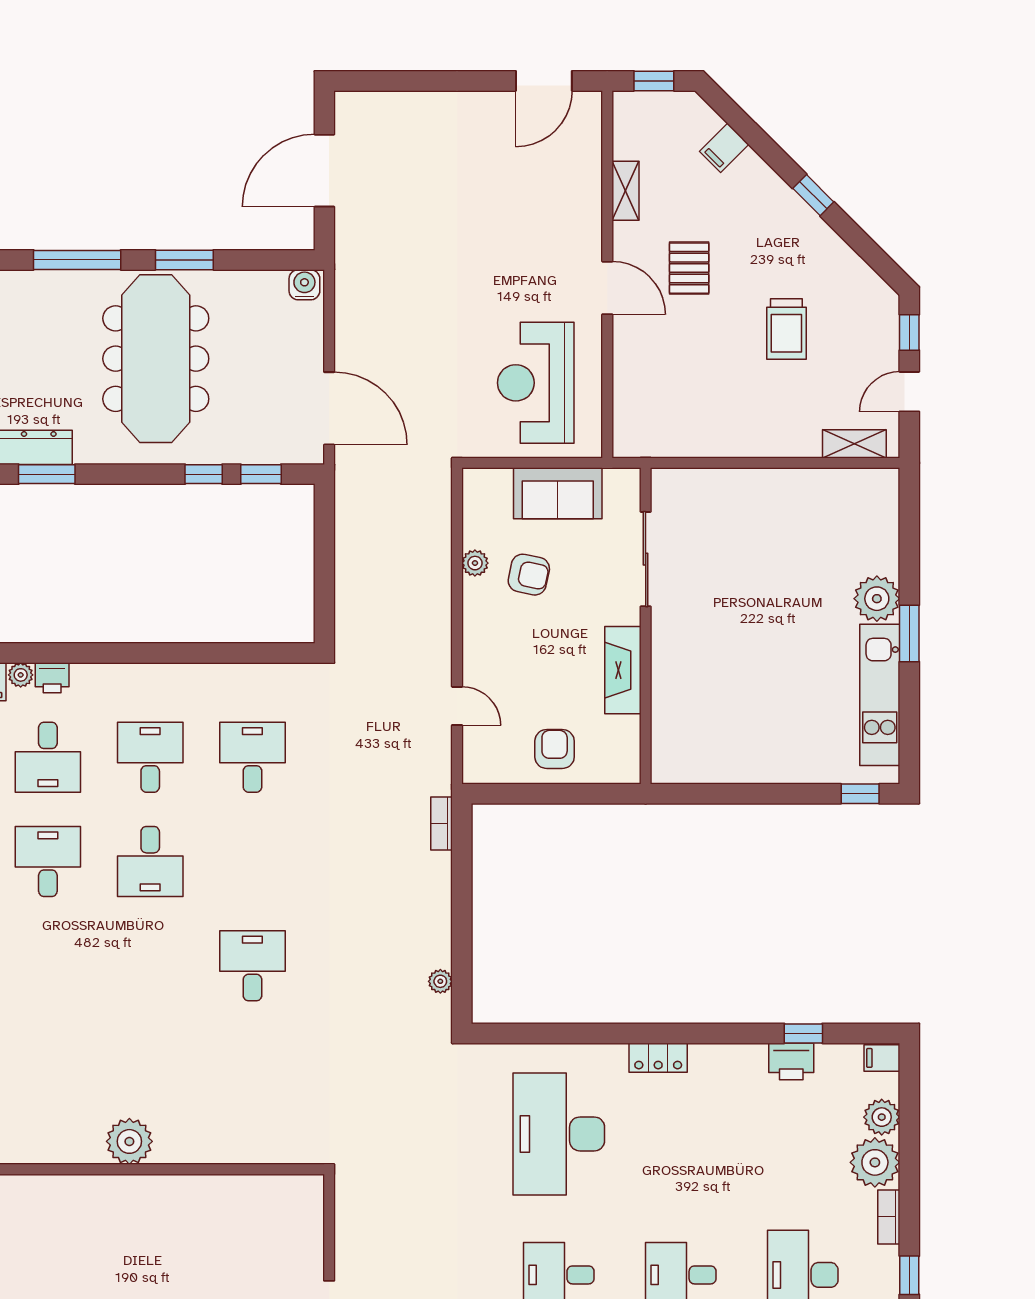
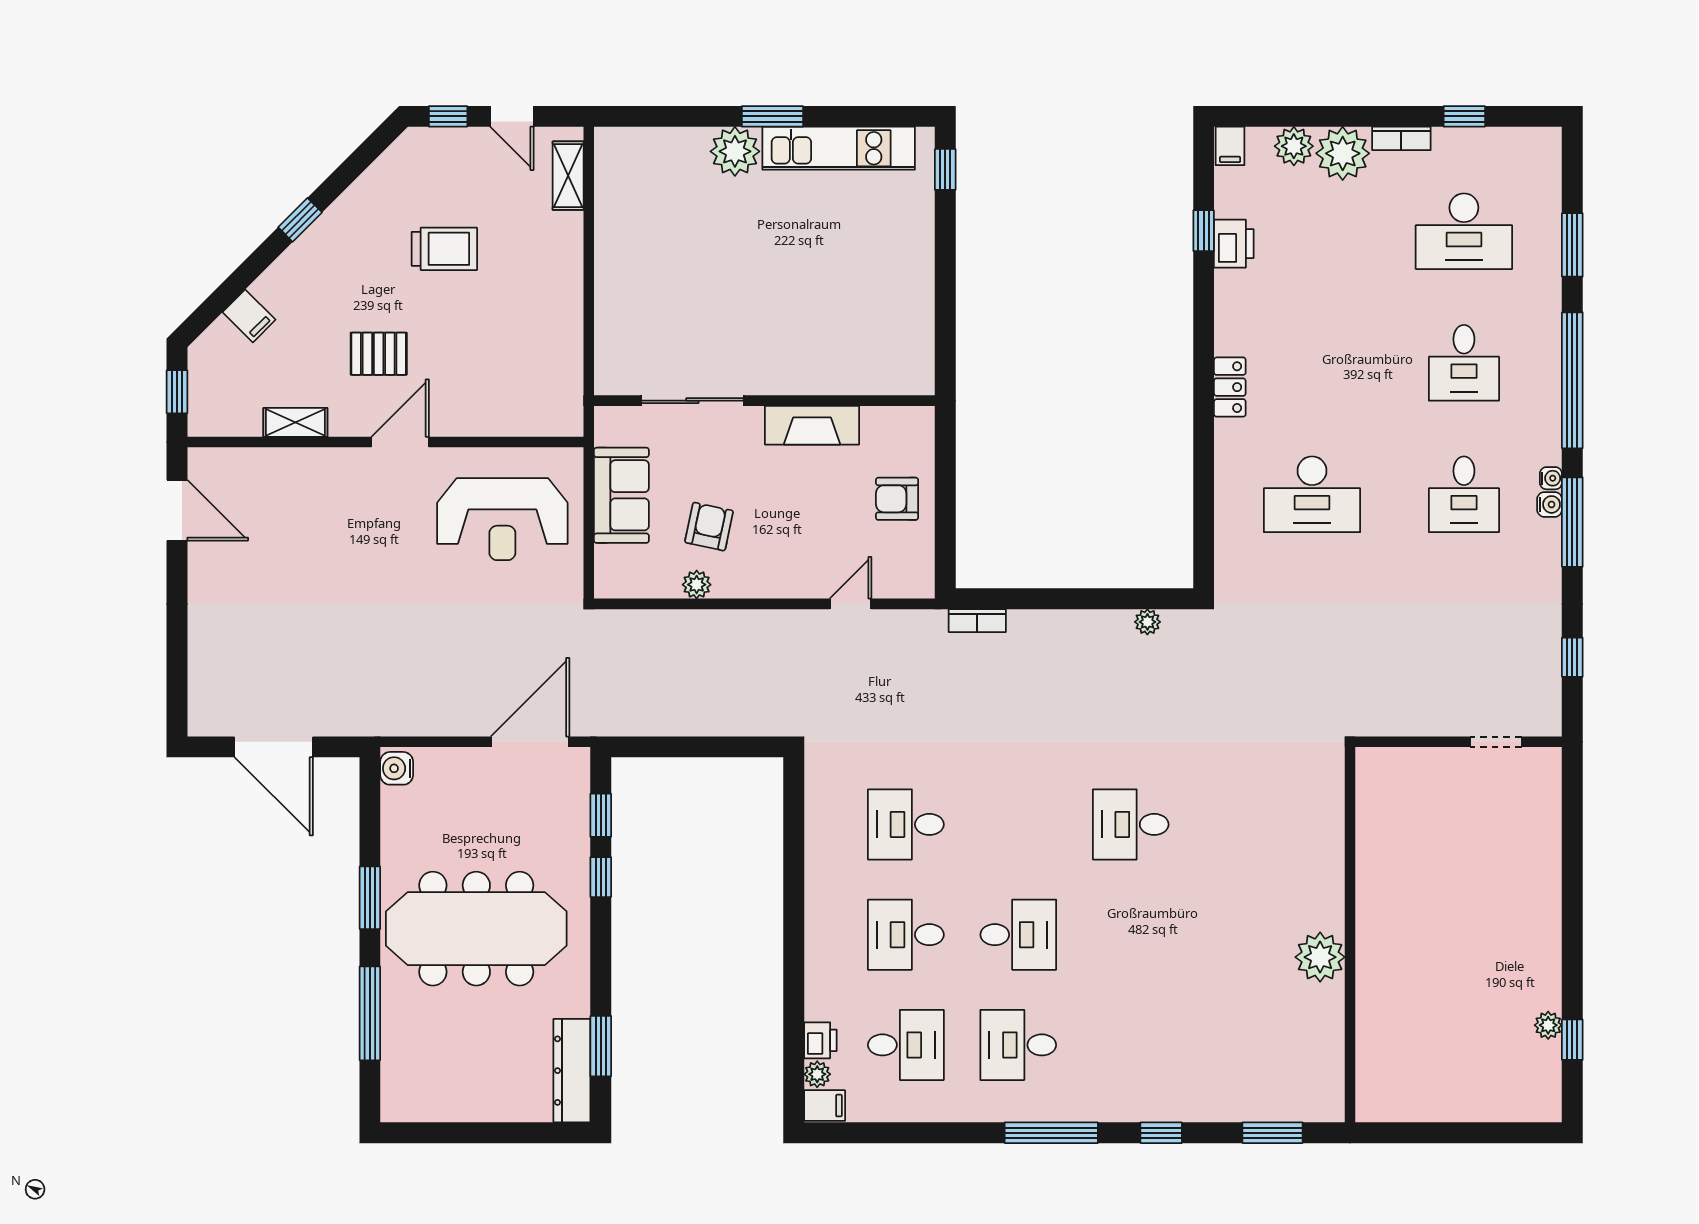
desk: (559, 1134) -> (1312, 494), width x0.73, depth x0.77

